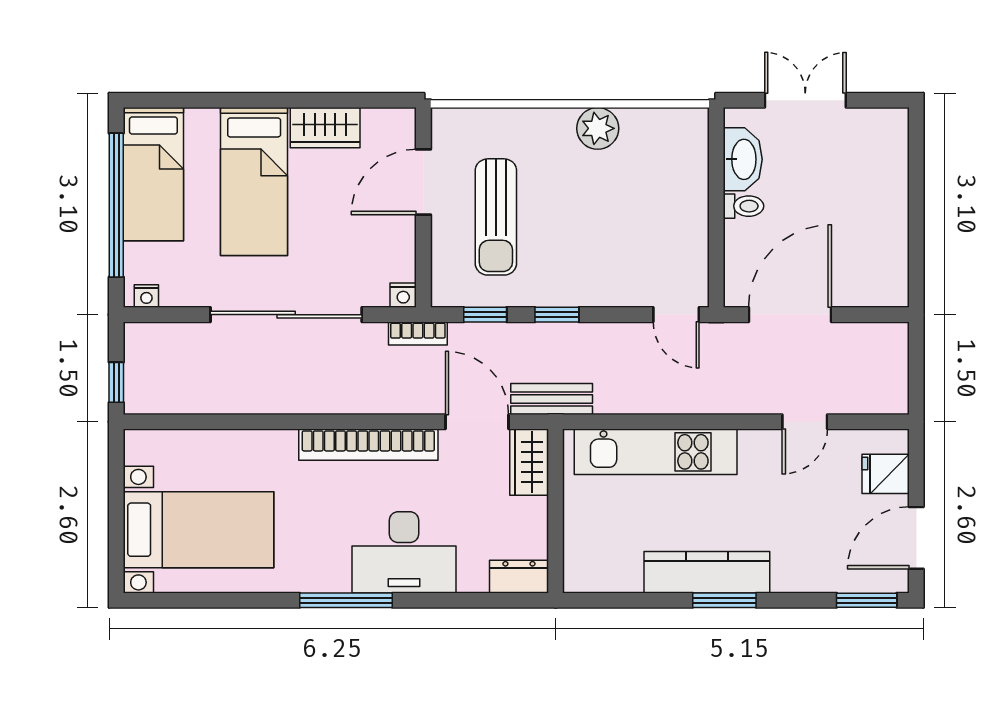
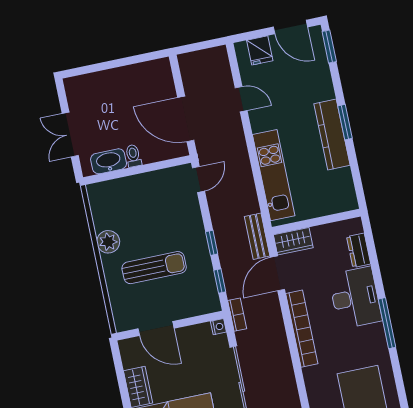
sun lounger: (496, 217) -> (154, 268), moved
dresser: (519, 577) -> (359, 250), moved

